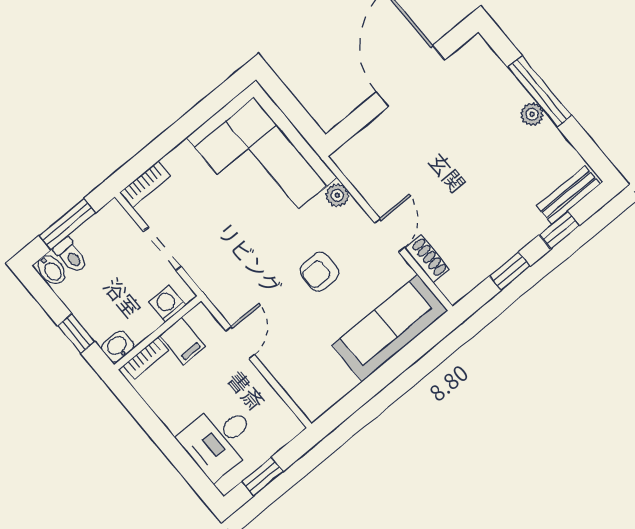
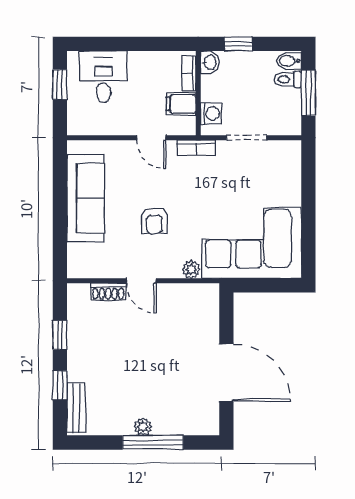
bookcase: (145, 184) -> (196, 148), moved, turned -90
armchair: (319, 272) -> (154, 221), turned 180
sofa: (390, 328) -> (85, 198), moved

